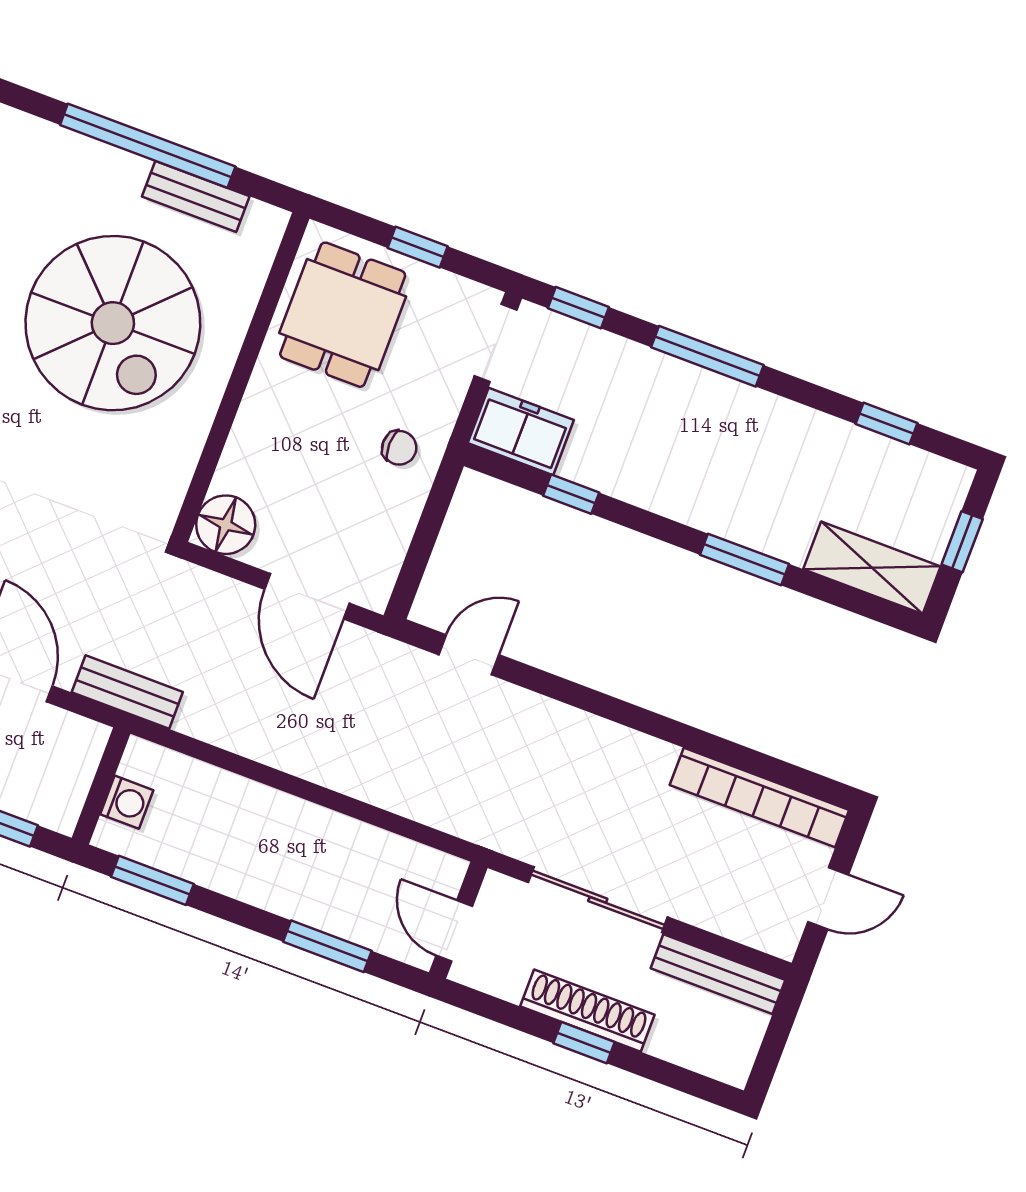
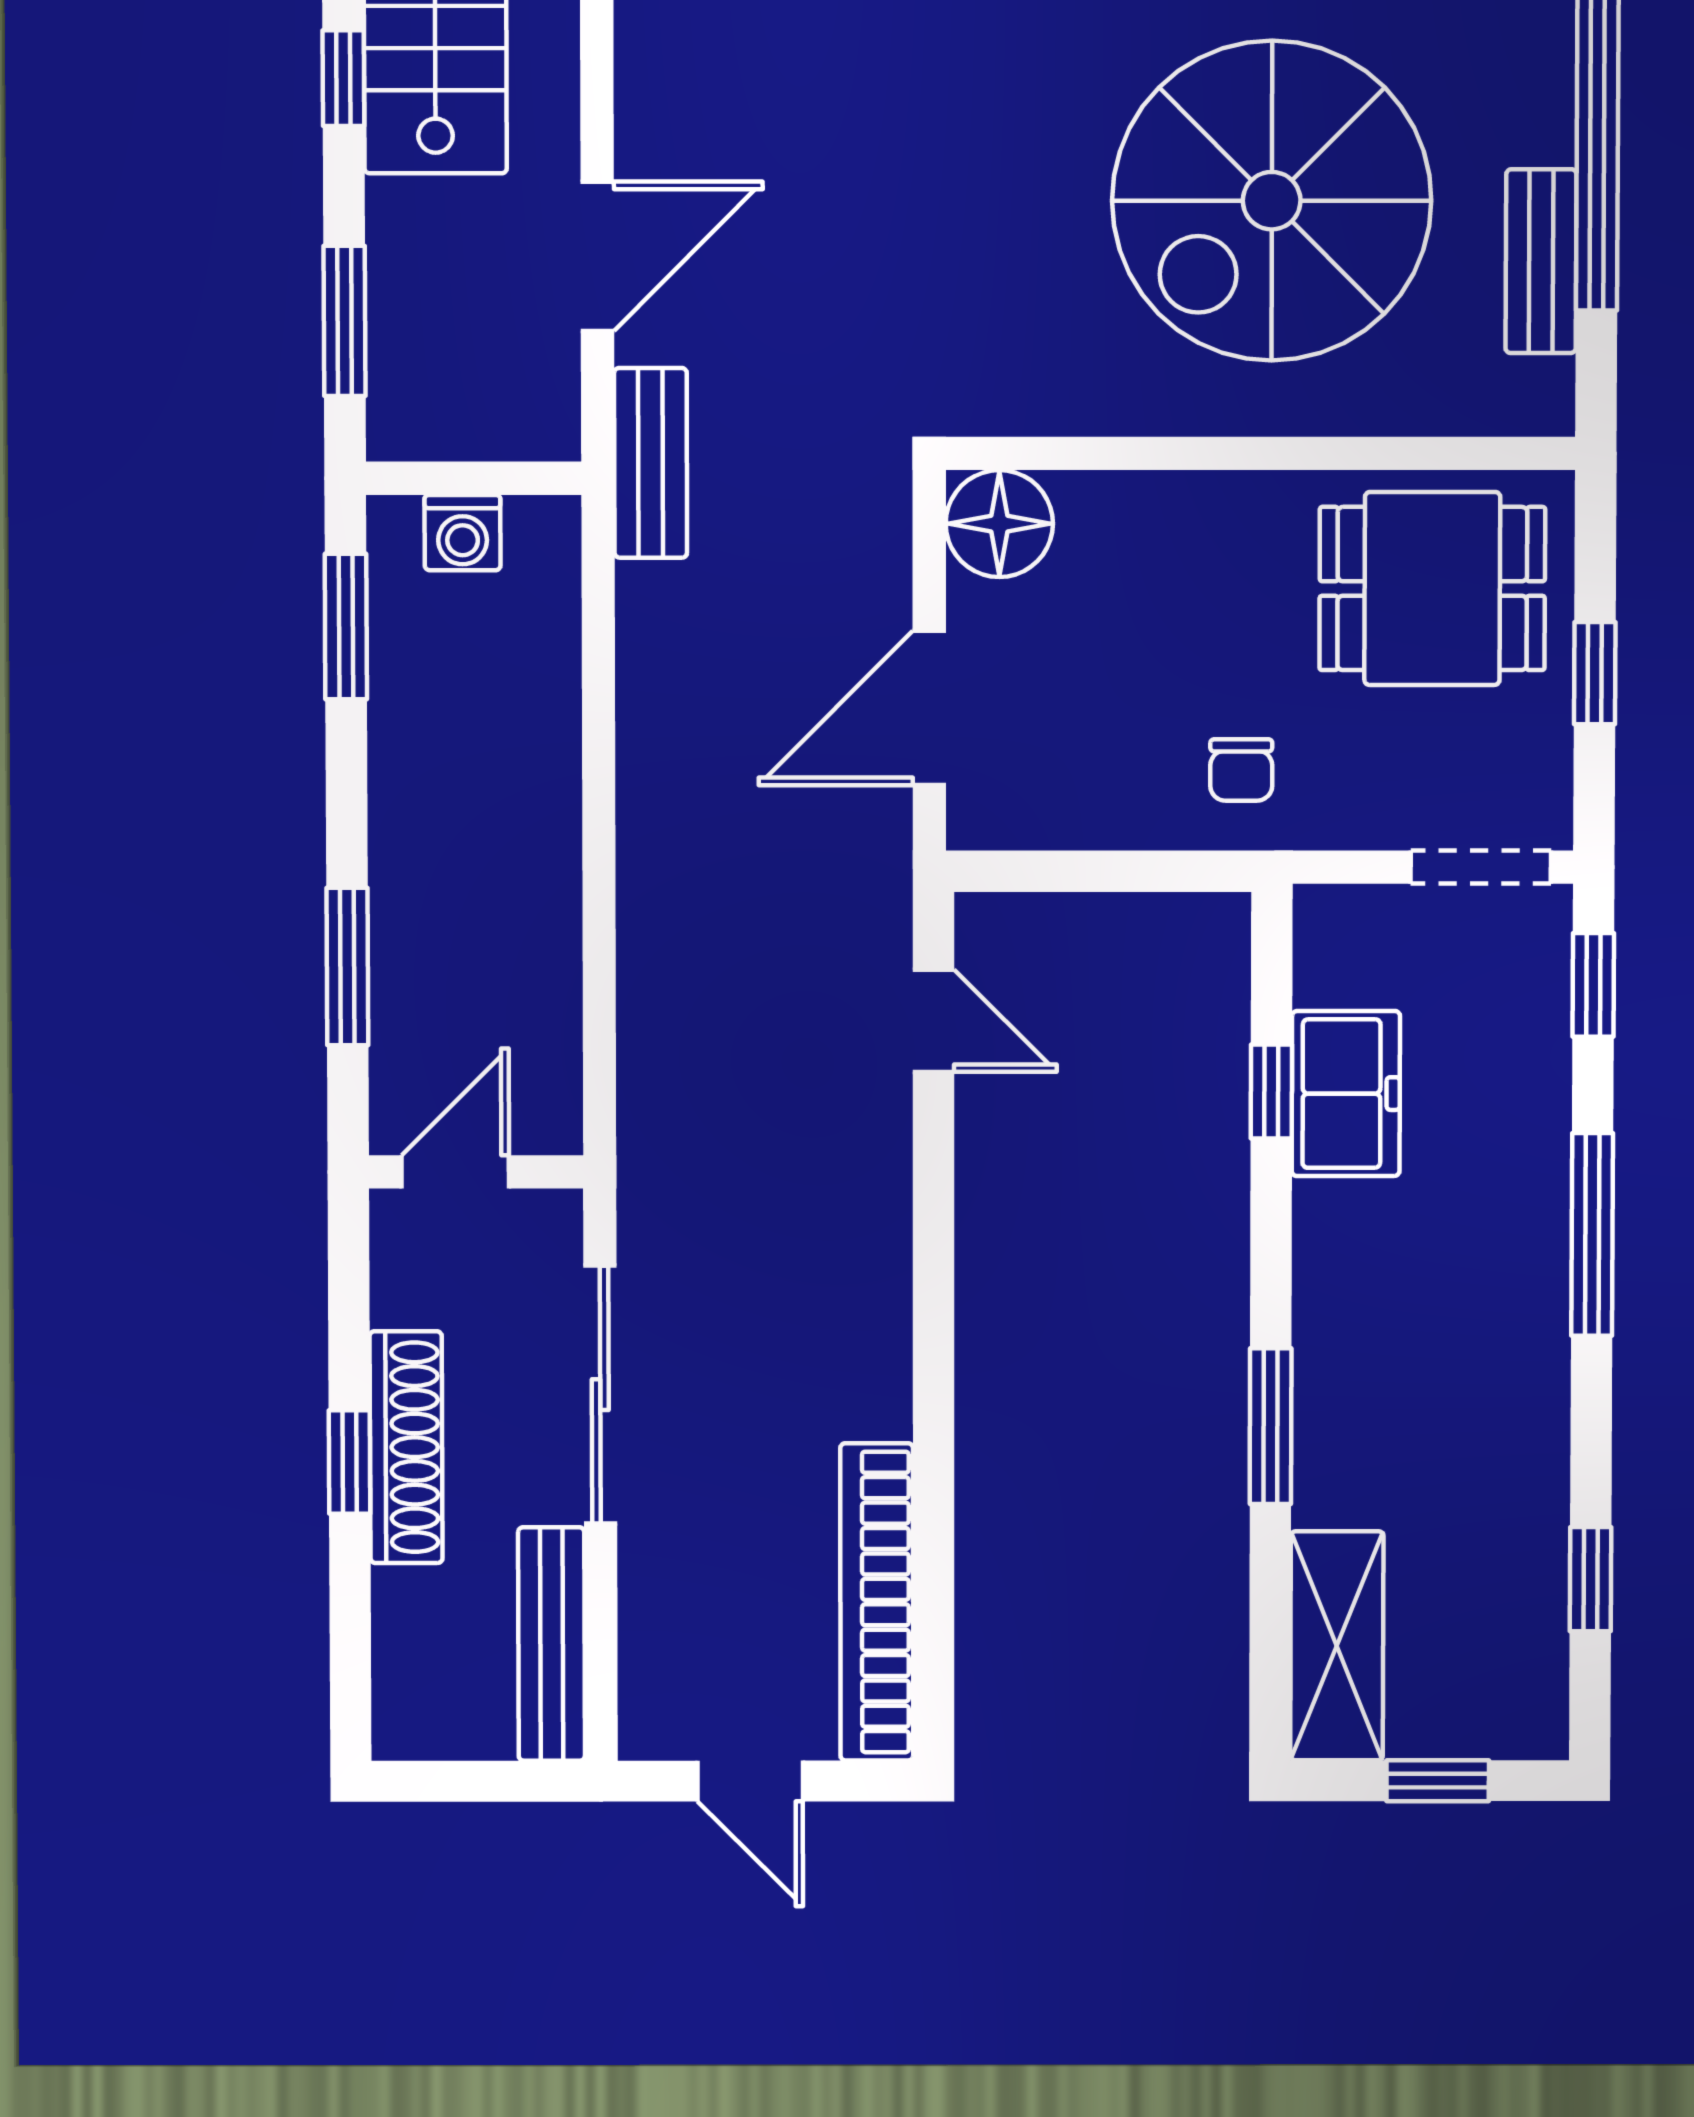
freezer: (521, 431) -> (1346, 1094), moved

